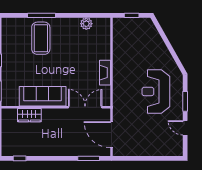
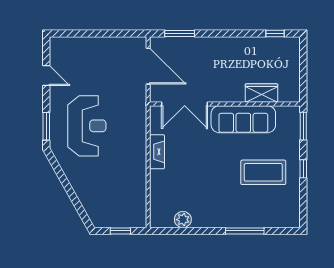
coffee table: (41, 38) -> (263, 172), moved, turned 90
window: (185, 101) -> (46, 126), moved

